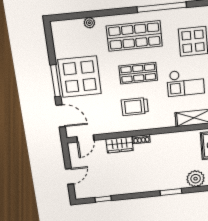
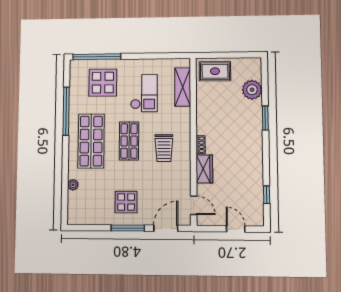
display table: (80, 77) -> (126, 202), width x0.54, depth x0.54

